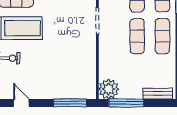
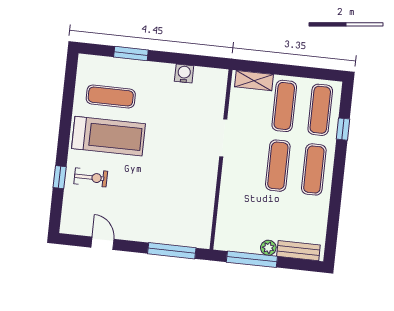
plant: (109, 89) -> (268, 248), moved, width x0.53, depth x0.53

